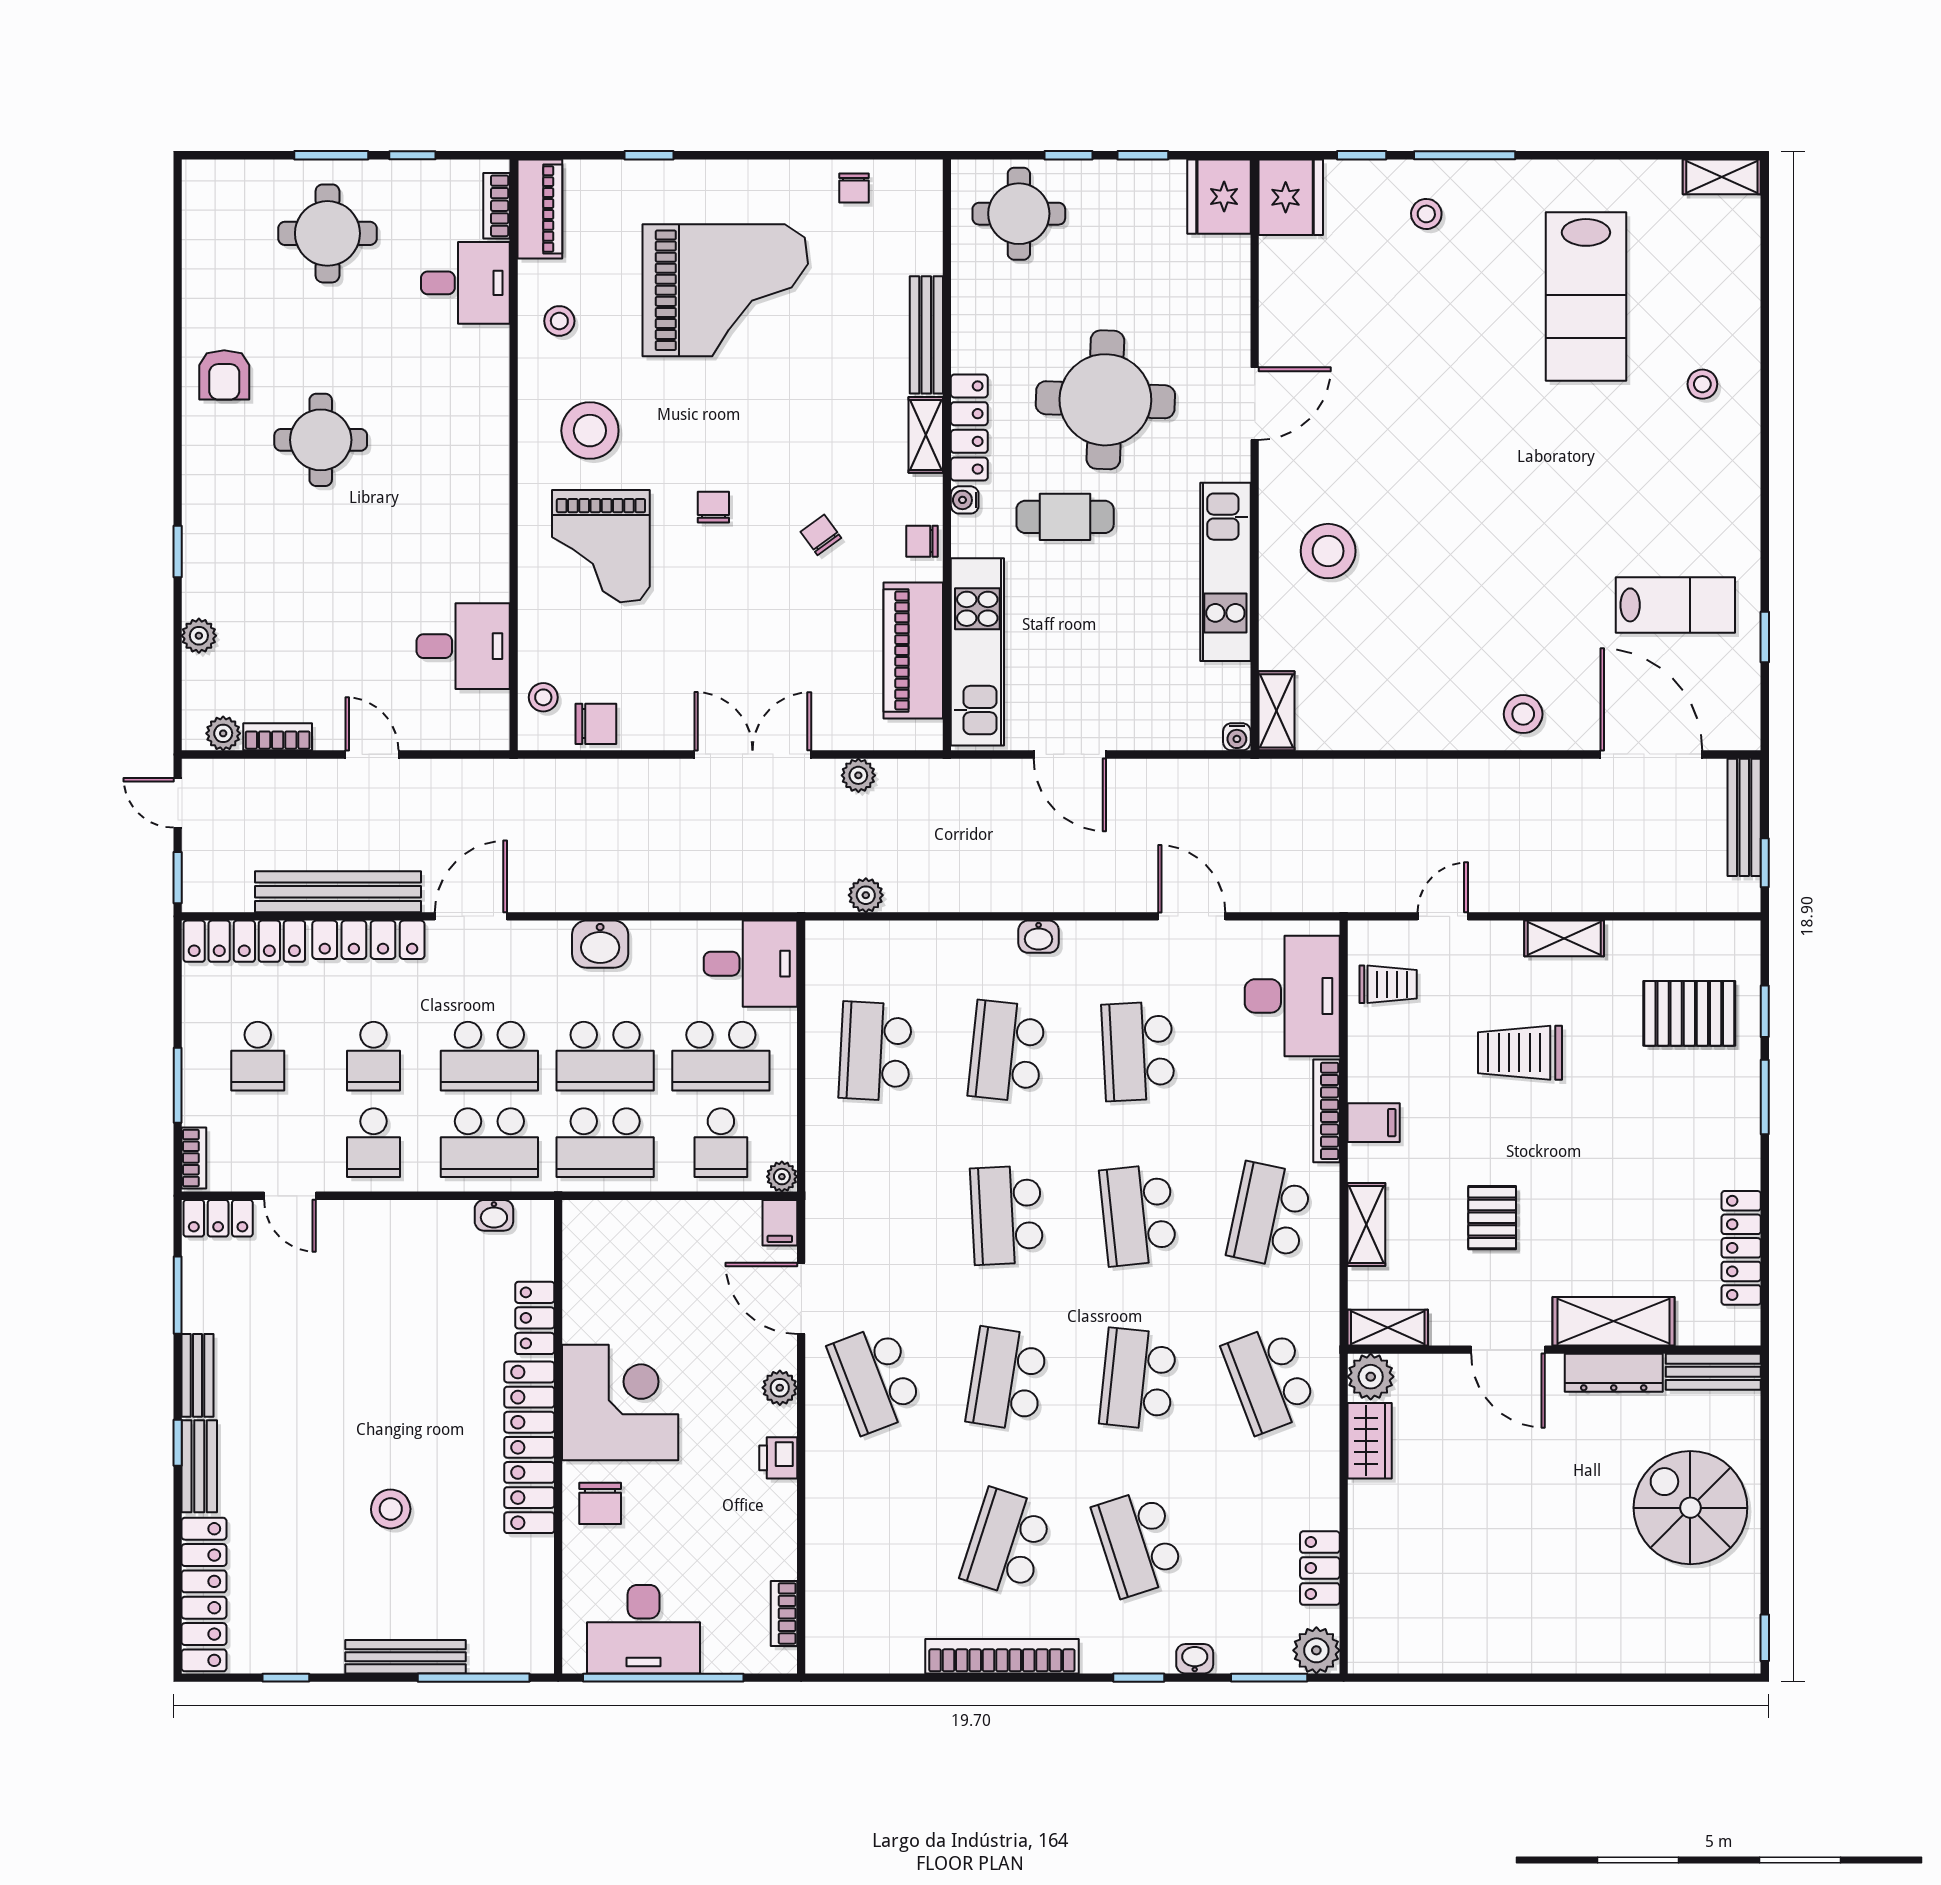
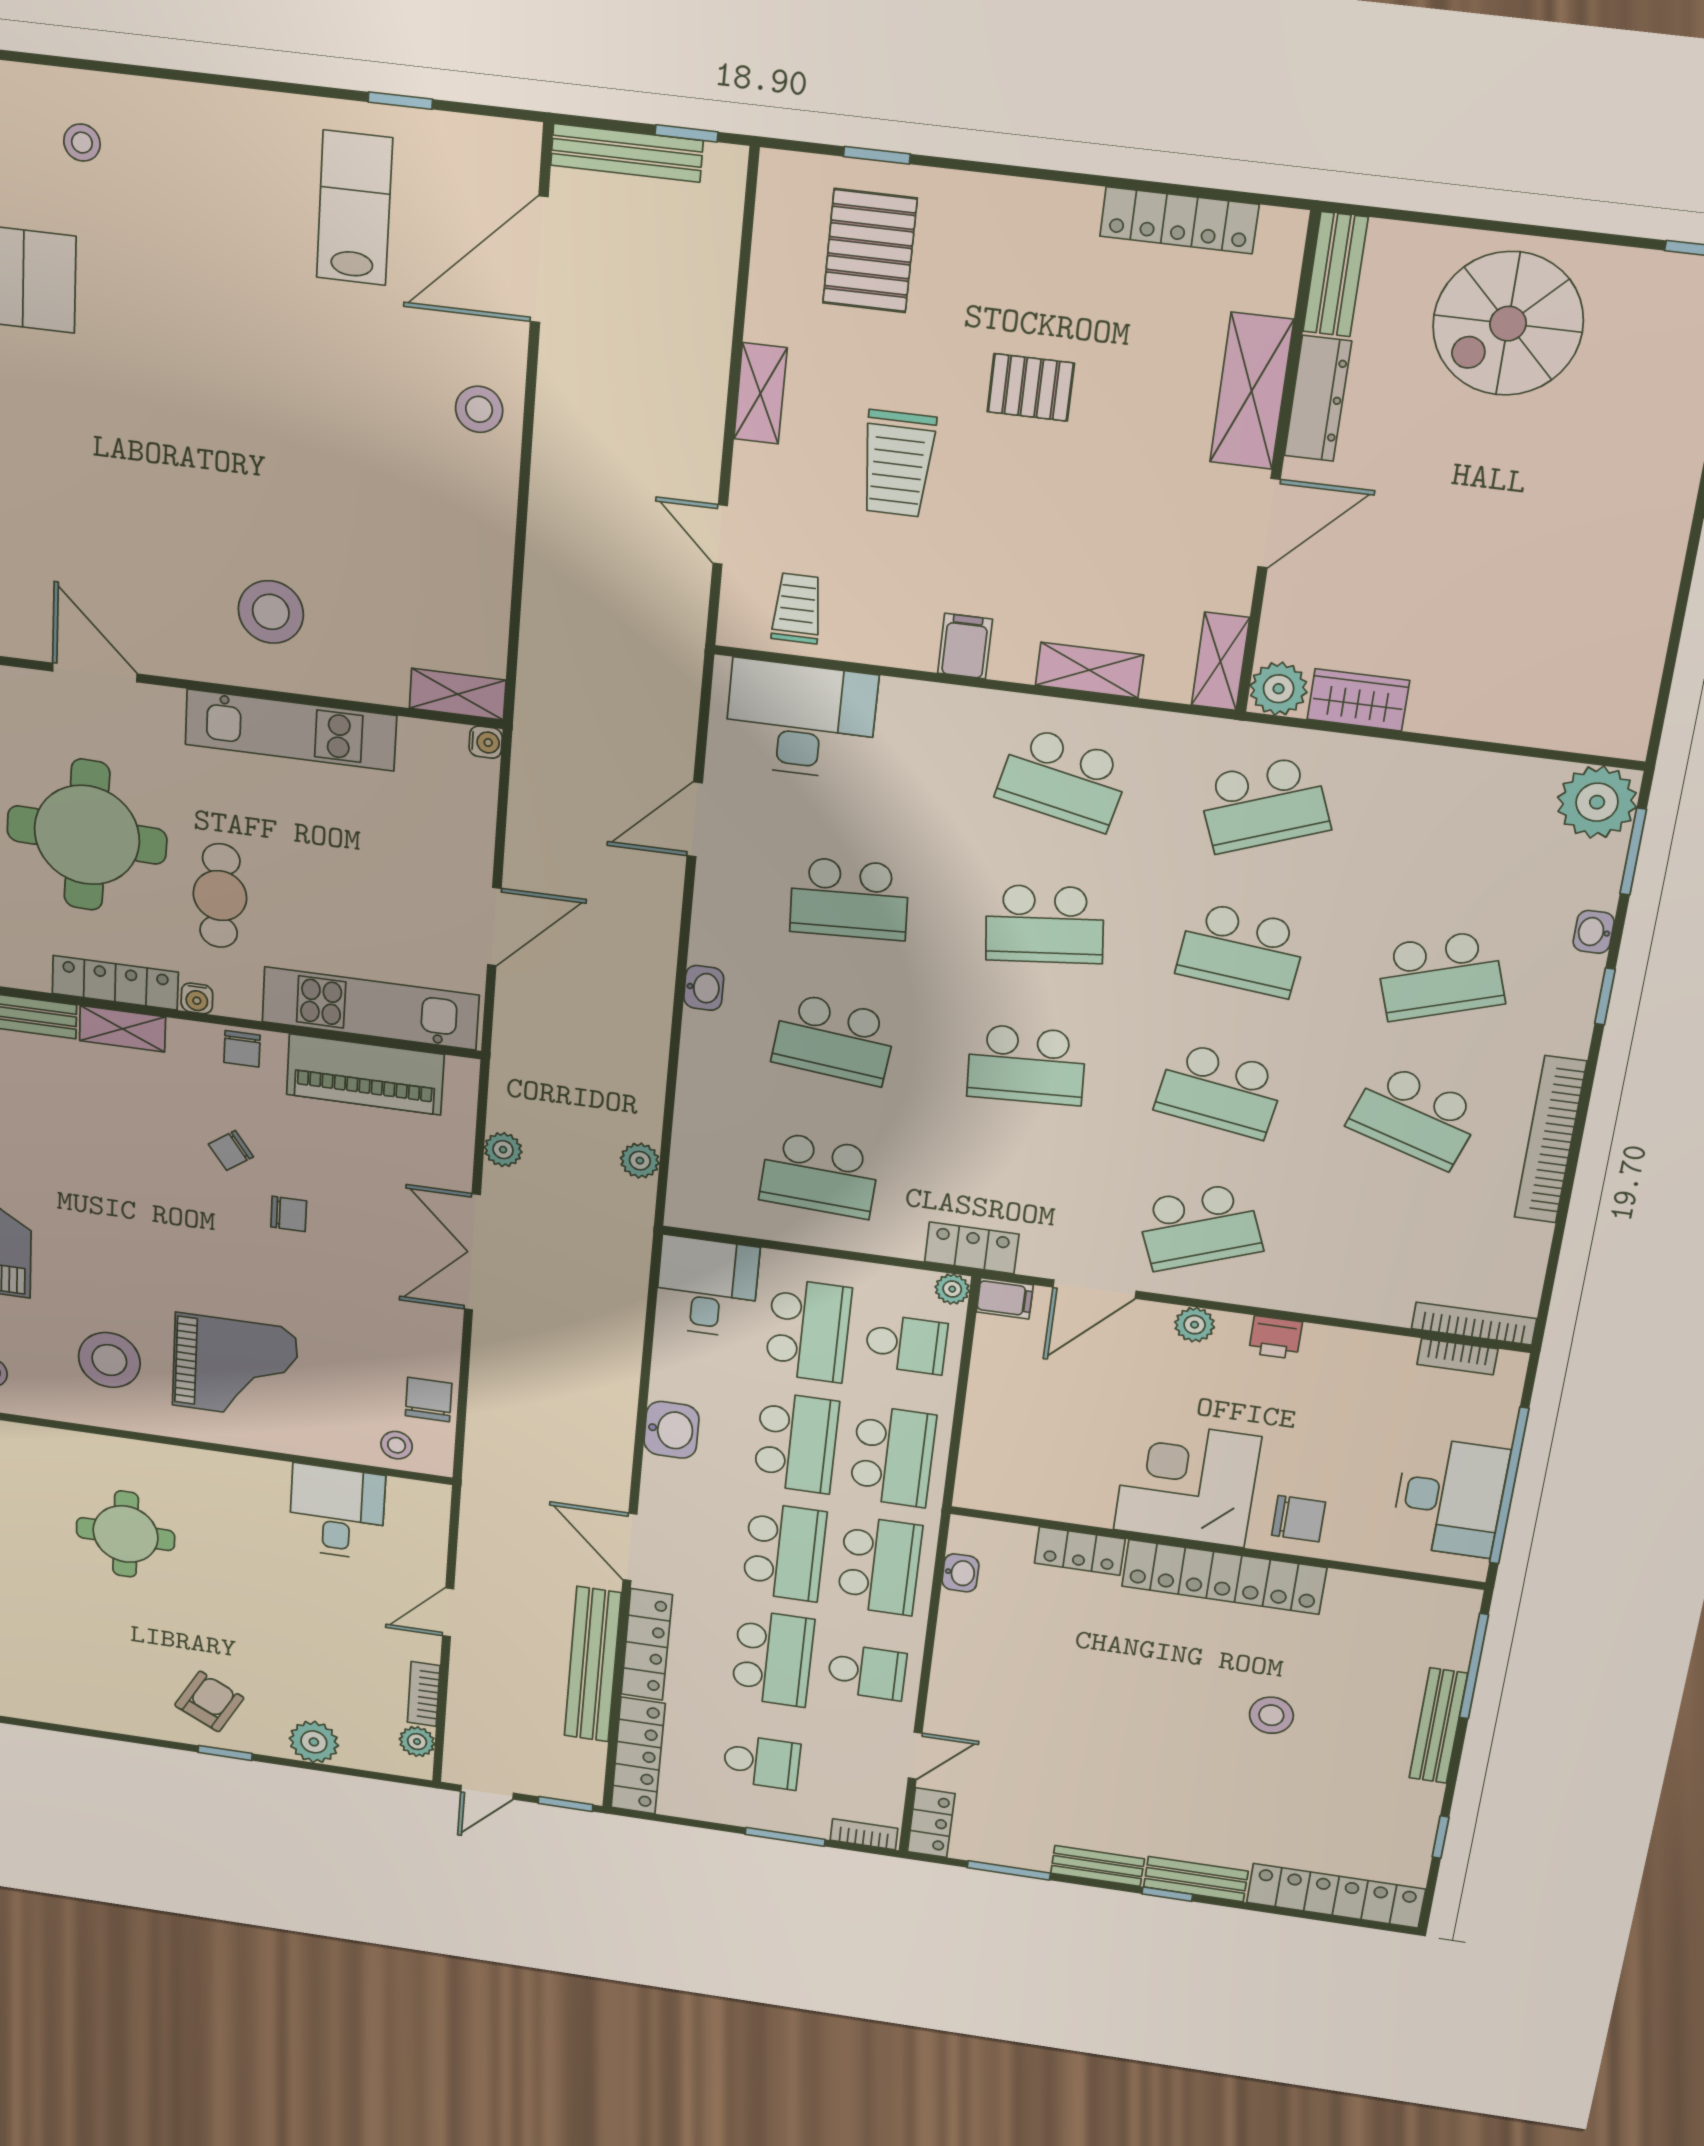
armchair: (224, 375) -> (209, 1702), moved, turned -62
round table: (321, 440) -> (126, 1534), moved
chair: (713, 507) -> (289, 1214), moved, turned 180
plant: (199, 636) -> (314, 1742), width x1.38, depth x1.38
school desk: (374, 1056) -> (773, 1658), width x1.85
window: (1765, 1097) -> (987, 168), removed
bookcase: (1326, 1111) -> (1474, 1324), moved, turned 180
pallet: (1492, 1218) -> (1031, 387), moved
locker: (1320, 1568) -> (972, 1248), moved, turned 180
plant: (1316, 1650) -> (1597, 802), width x1.36, depth x1.36

